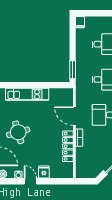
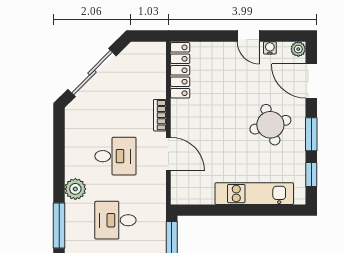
locker: (68, 146) -> (180, 70), moved
fridge: (44, 172) -> (224, 53), removed

